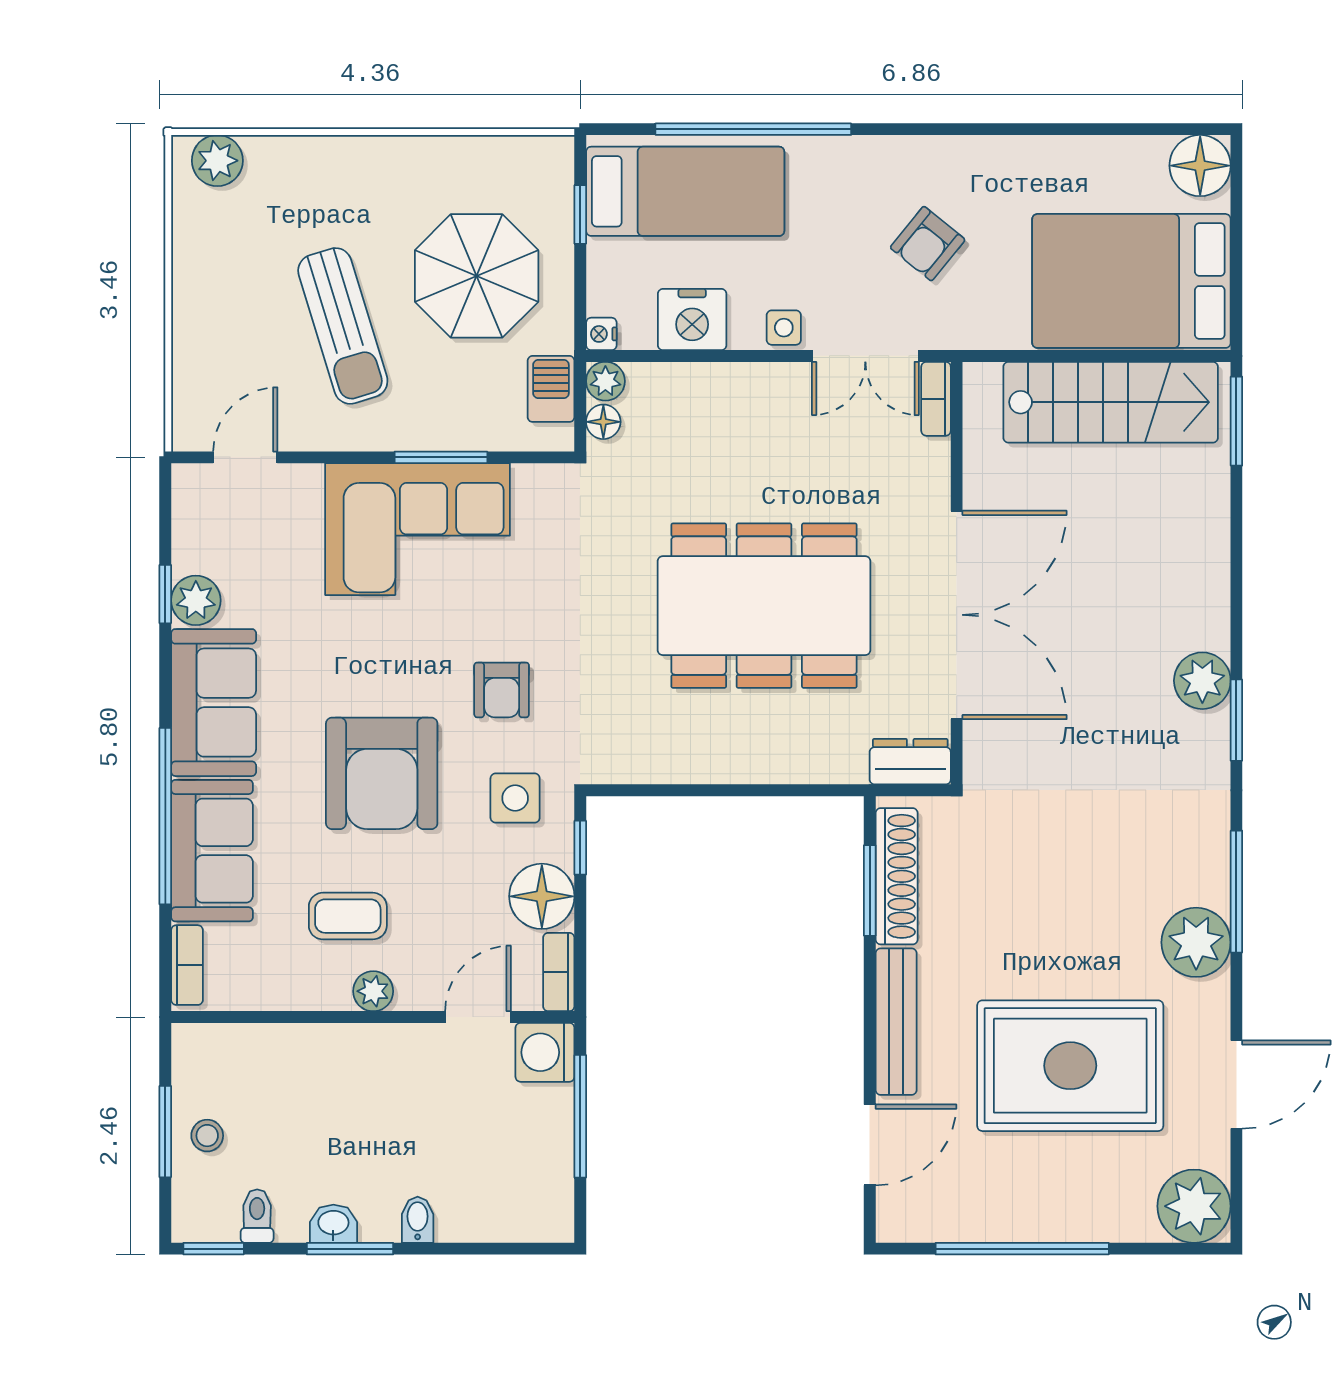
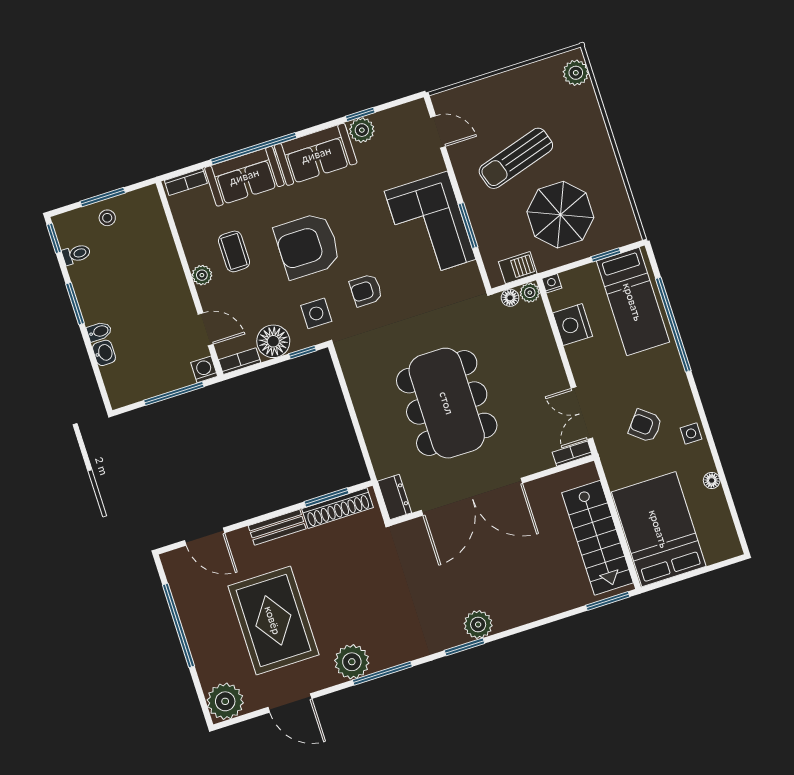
floor lamp: (1200, 166) -> (712, 480), moved, width x0.53, depth x0.53
side table: (784, 328) -> (691, 433), moved
bench: (896, 1022) -> (277, 527), width x0.73
washing machine: (545, 1052) -> (204, 369), width x0.73, depth x0.73
washbasin: (333, 1224) -> (104, 353), moved

